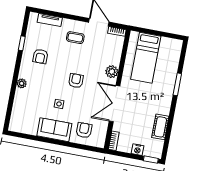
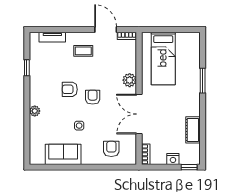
armchair: (40, 56) -> (70, 89), moved, turned 90
sofa: (54, 130) -> (63, 154), moved

